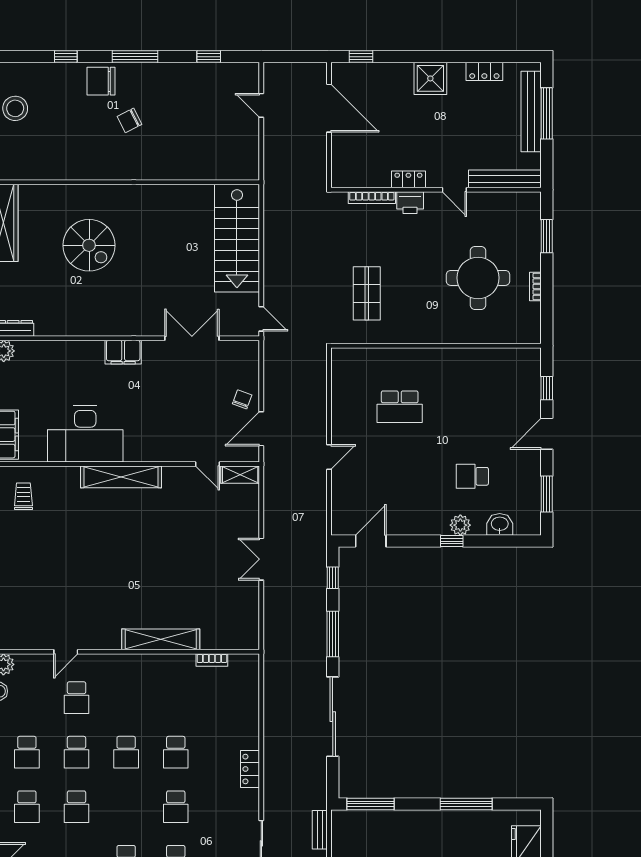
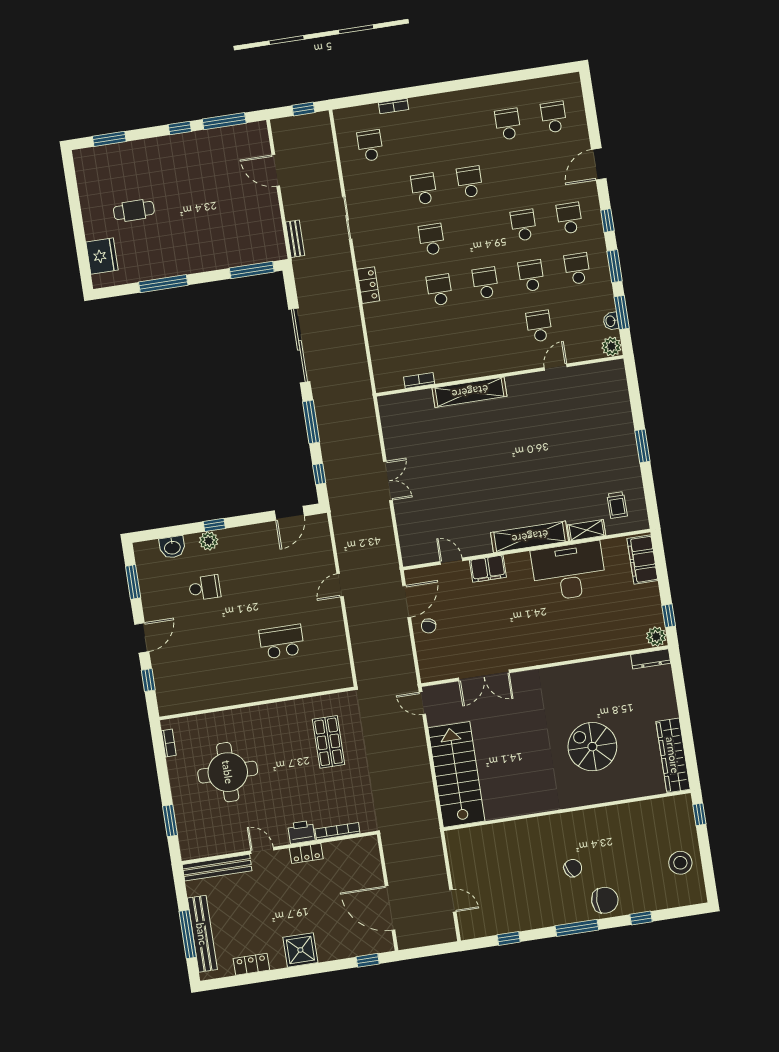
bookcase: (535, 287) -> (169, 743), moved
filing cabinet: (123, 352) -> (488, 569), moved, turned 180
shelving: (240, 475) -> (587, 530), moved

